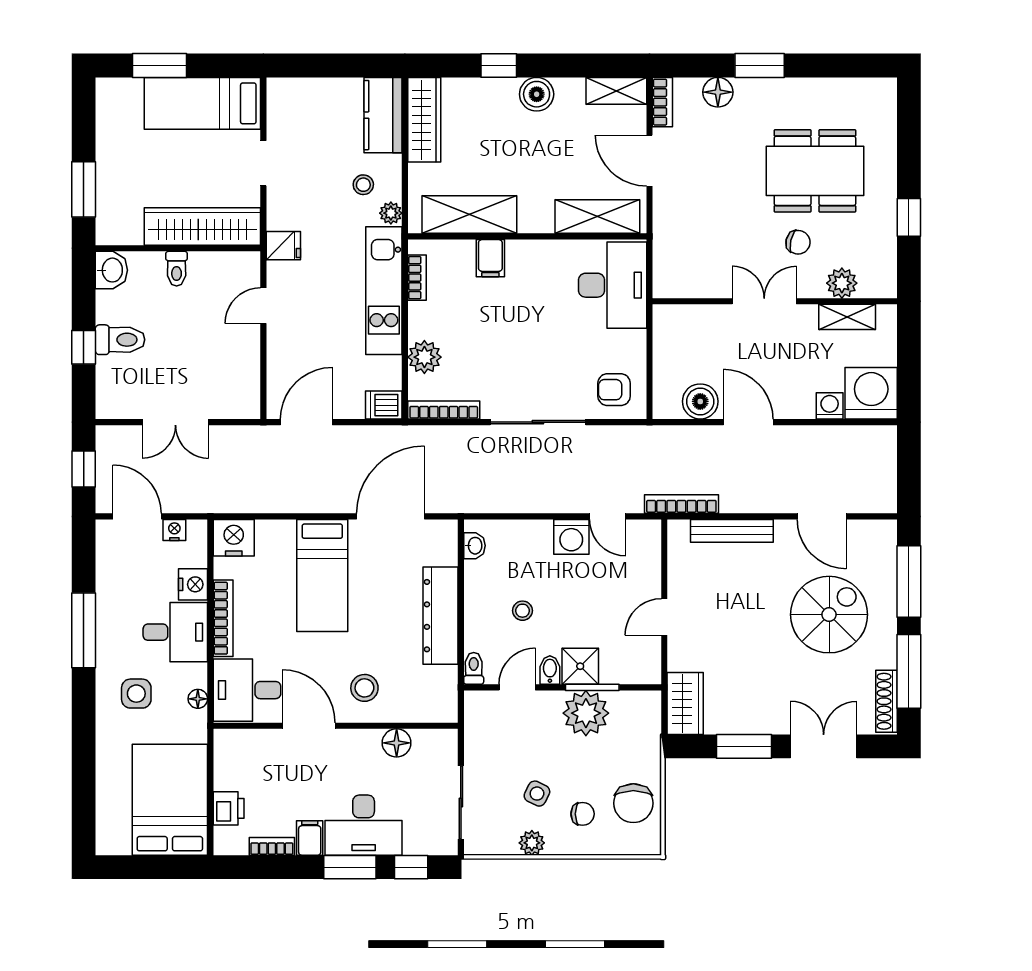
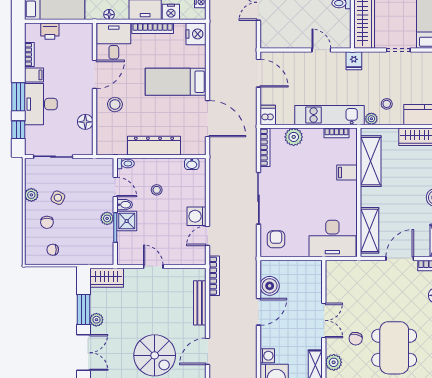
plant: (586, 713) -> (107, 218), width x0.53, depth x0.53
plant: (763, 722) -> (96, 320), added
chair: (633, 803) -> (53, 250), width x0.54, depth x0.54

